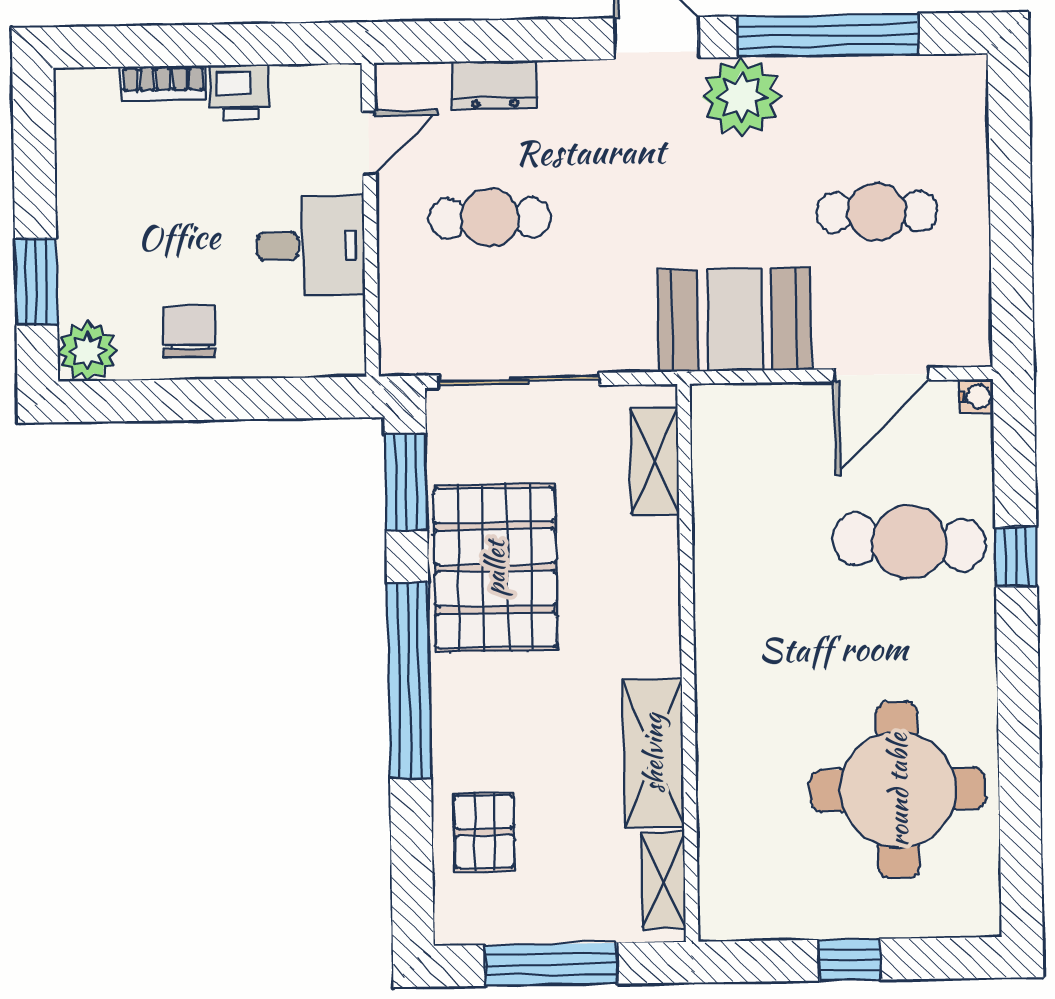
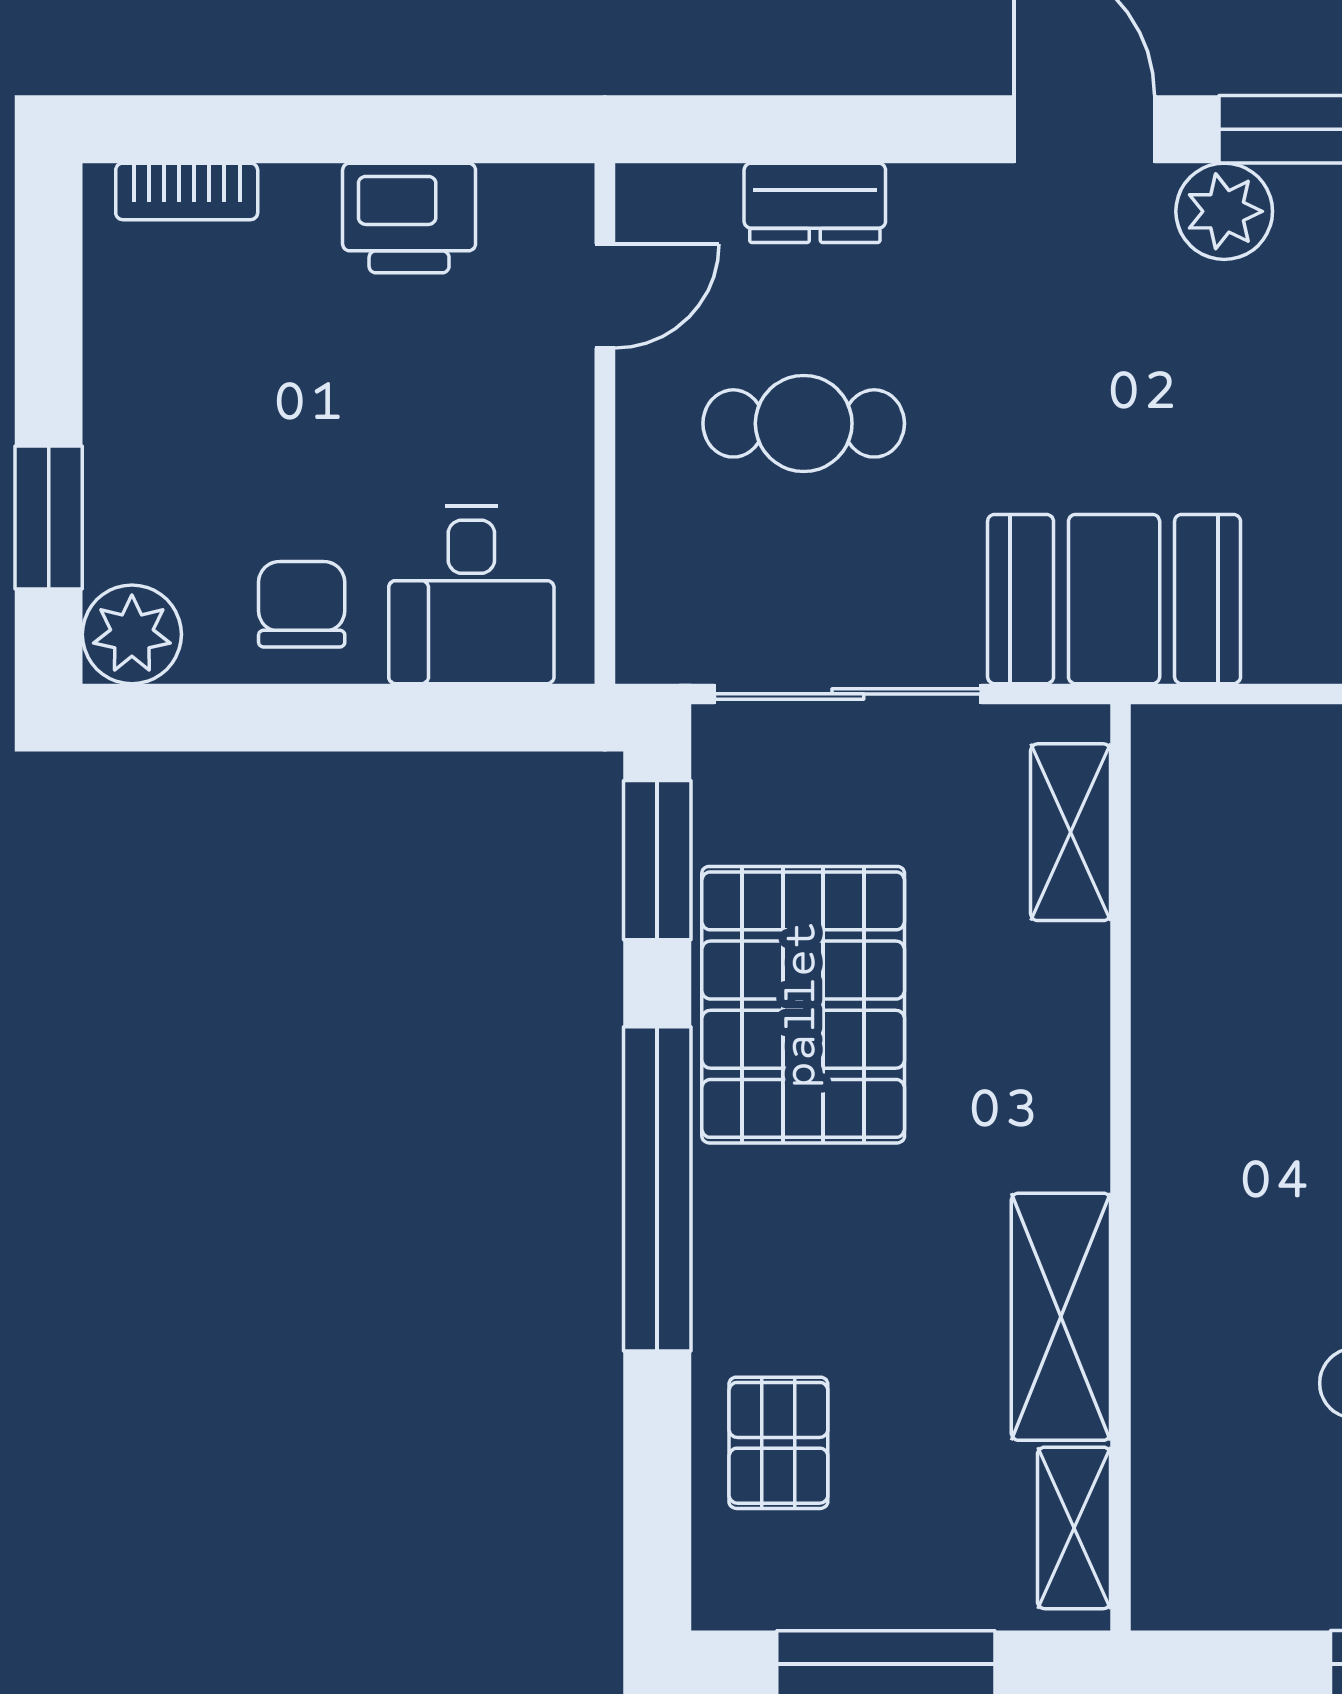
bookcase: (163, 83) -> (187, 191), moved
printer: (240, 92) -> (409, 218), width x1.36, depth x1.24
plant: (741, 97) -> (1224, 211), width x0.73, depth x0.73
desk: (311, 245) -> (471, 595), moved, turned 90
booth: (735, 320) -> (1114, 599), moved

